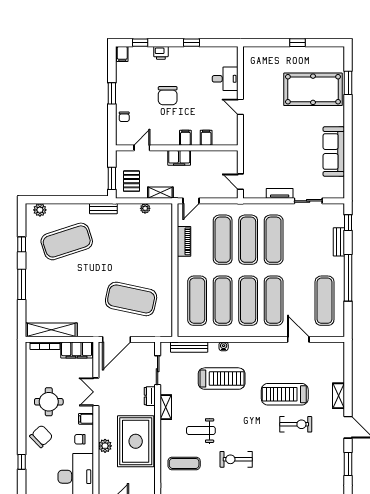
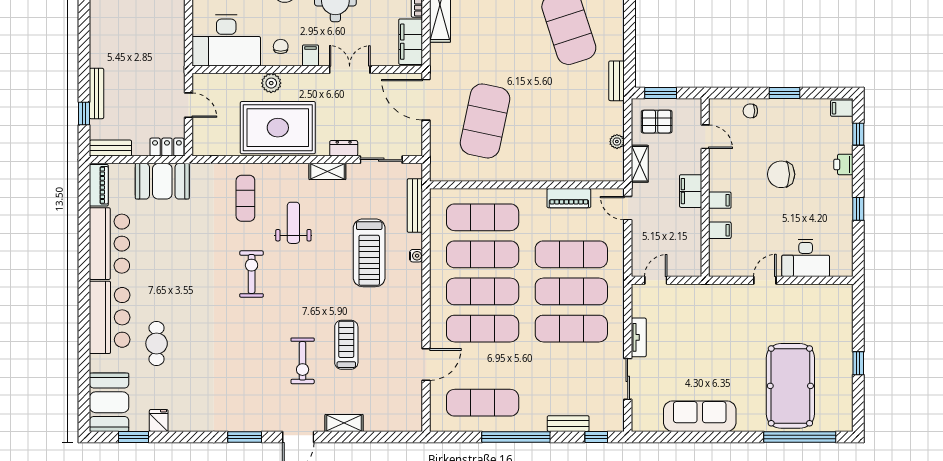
desk: (225, 79) -> (806, 258), width x1.37
window: (348, 83) -> (800, 437), width x2.11
treadmill: (285, 394) -> (346, 345), width x0.73, depth x0.73

